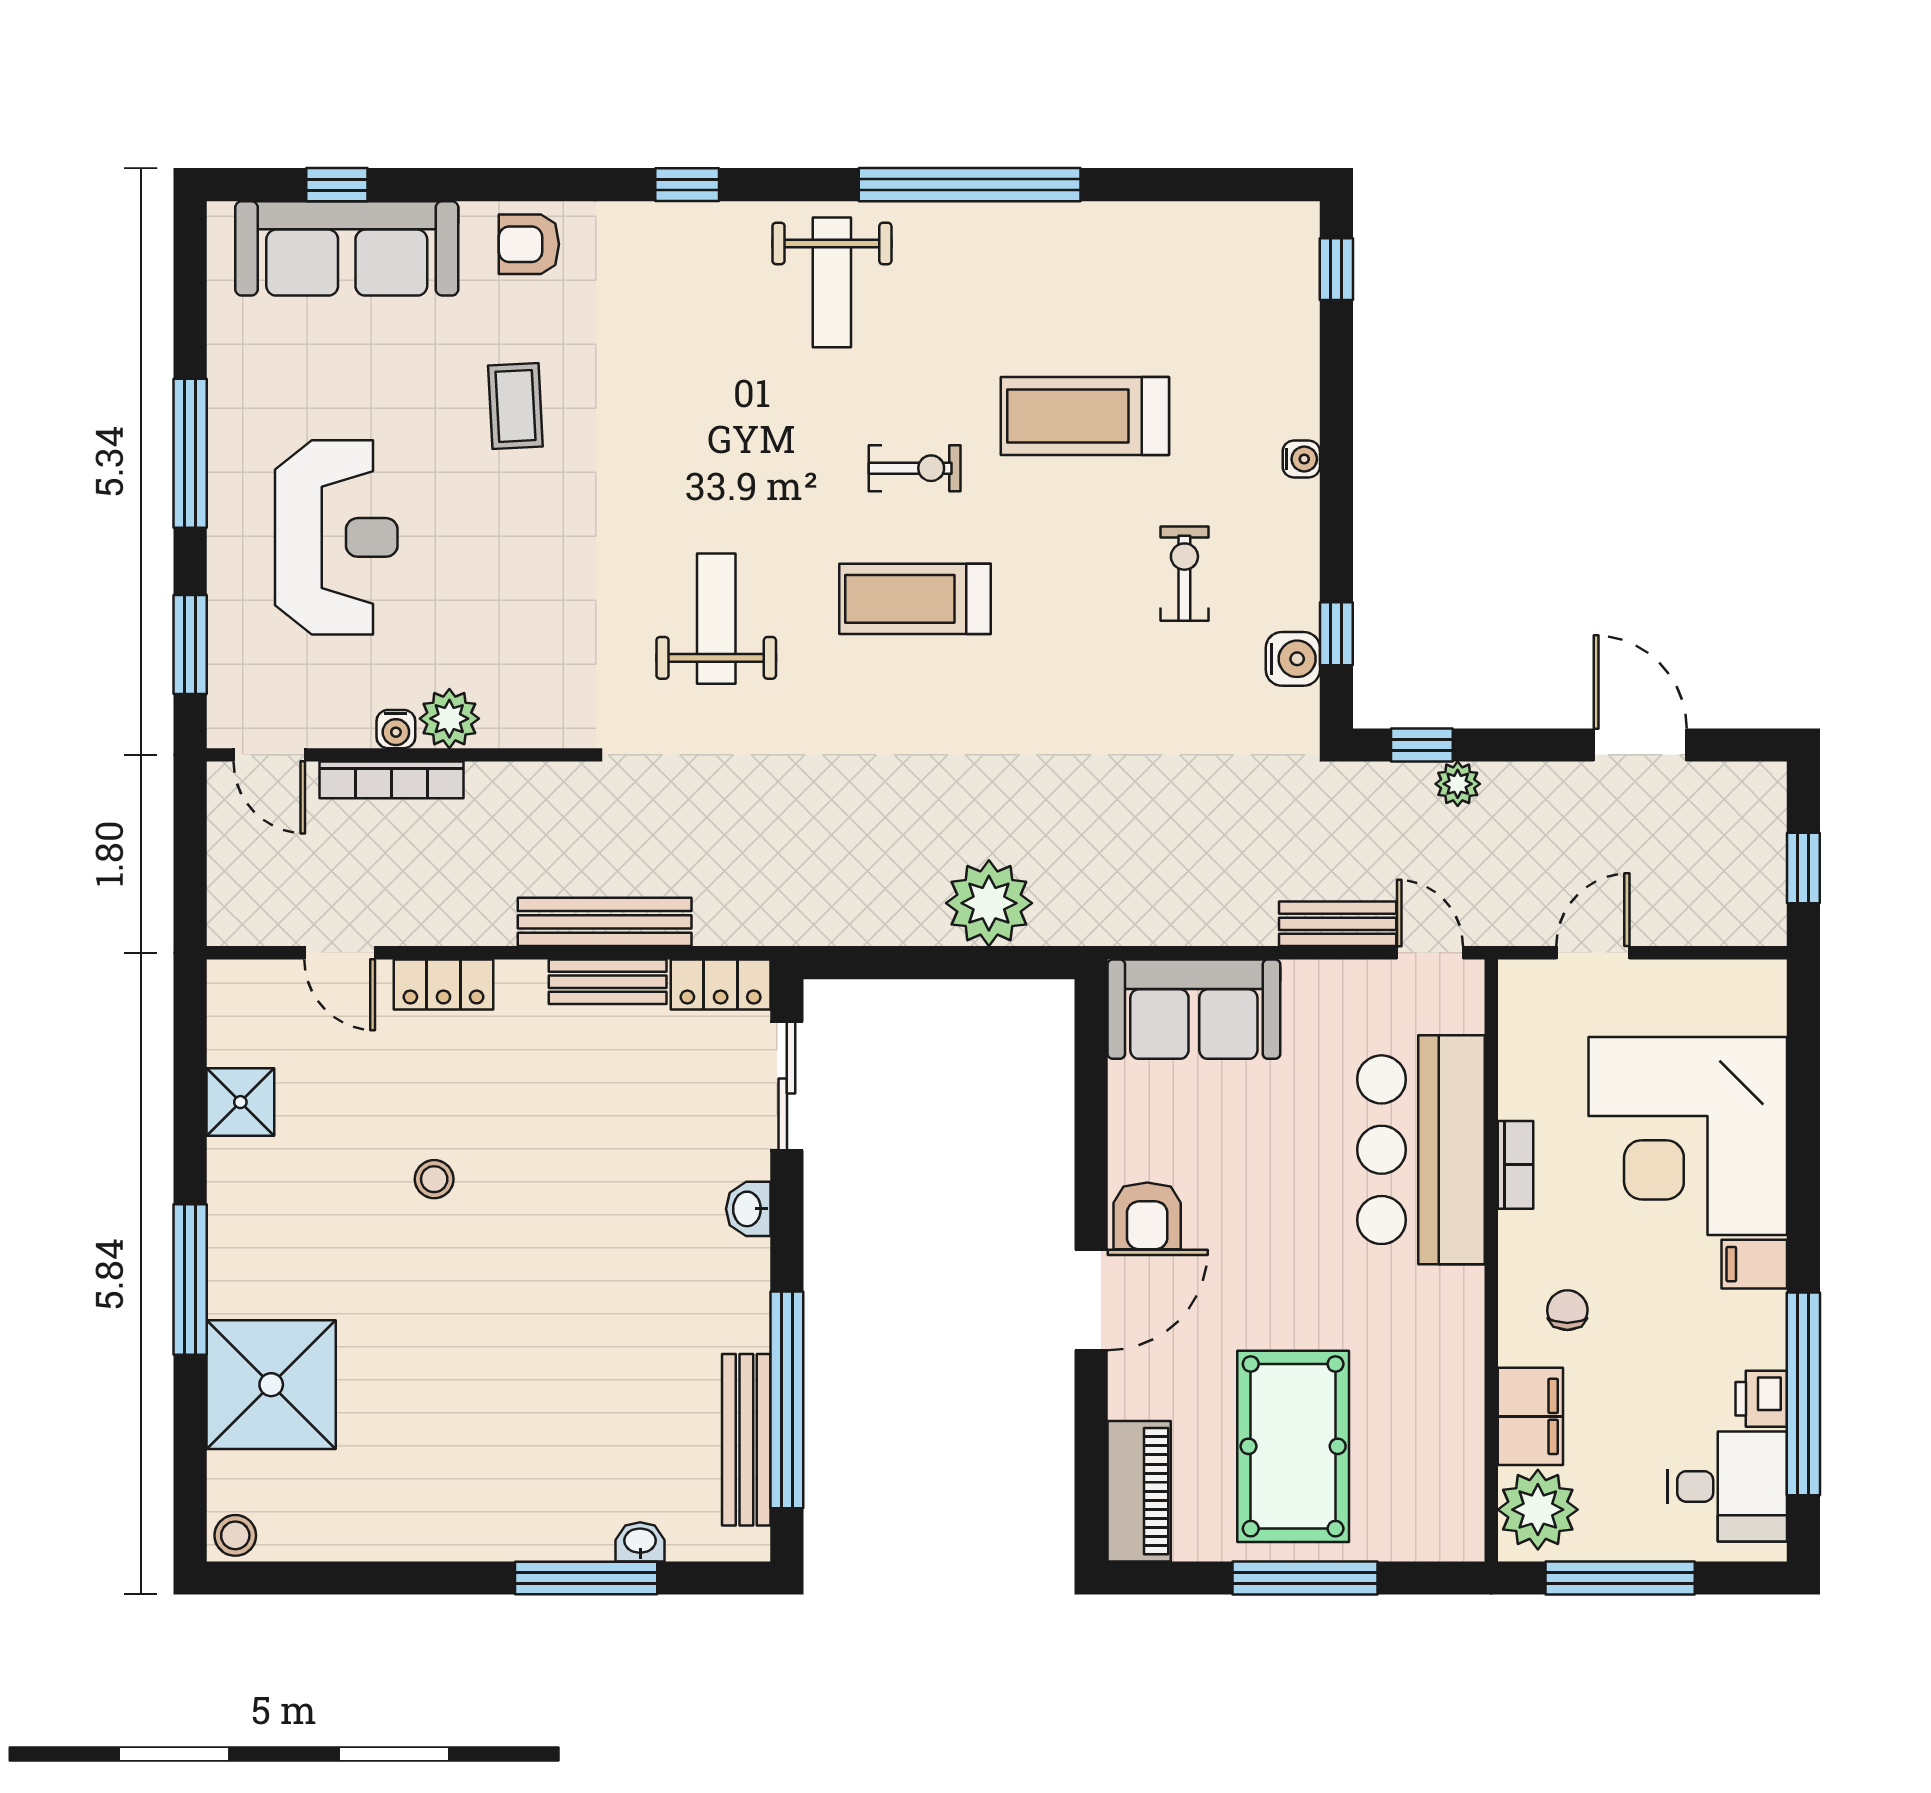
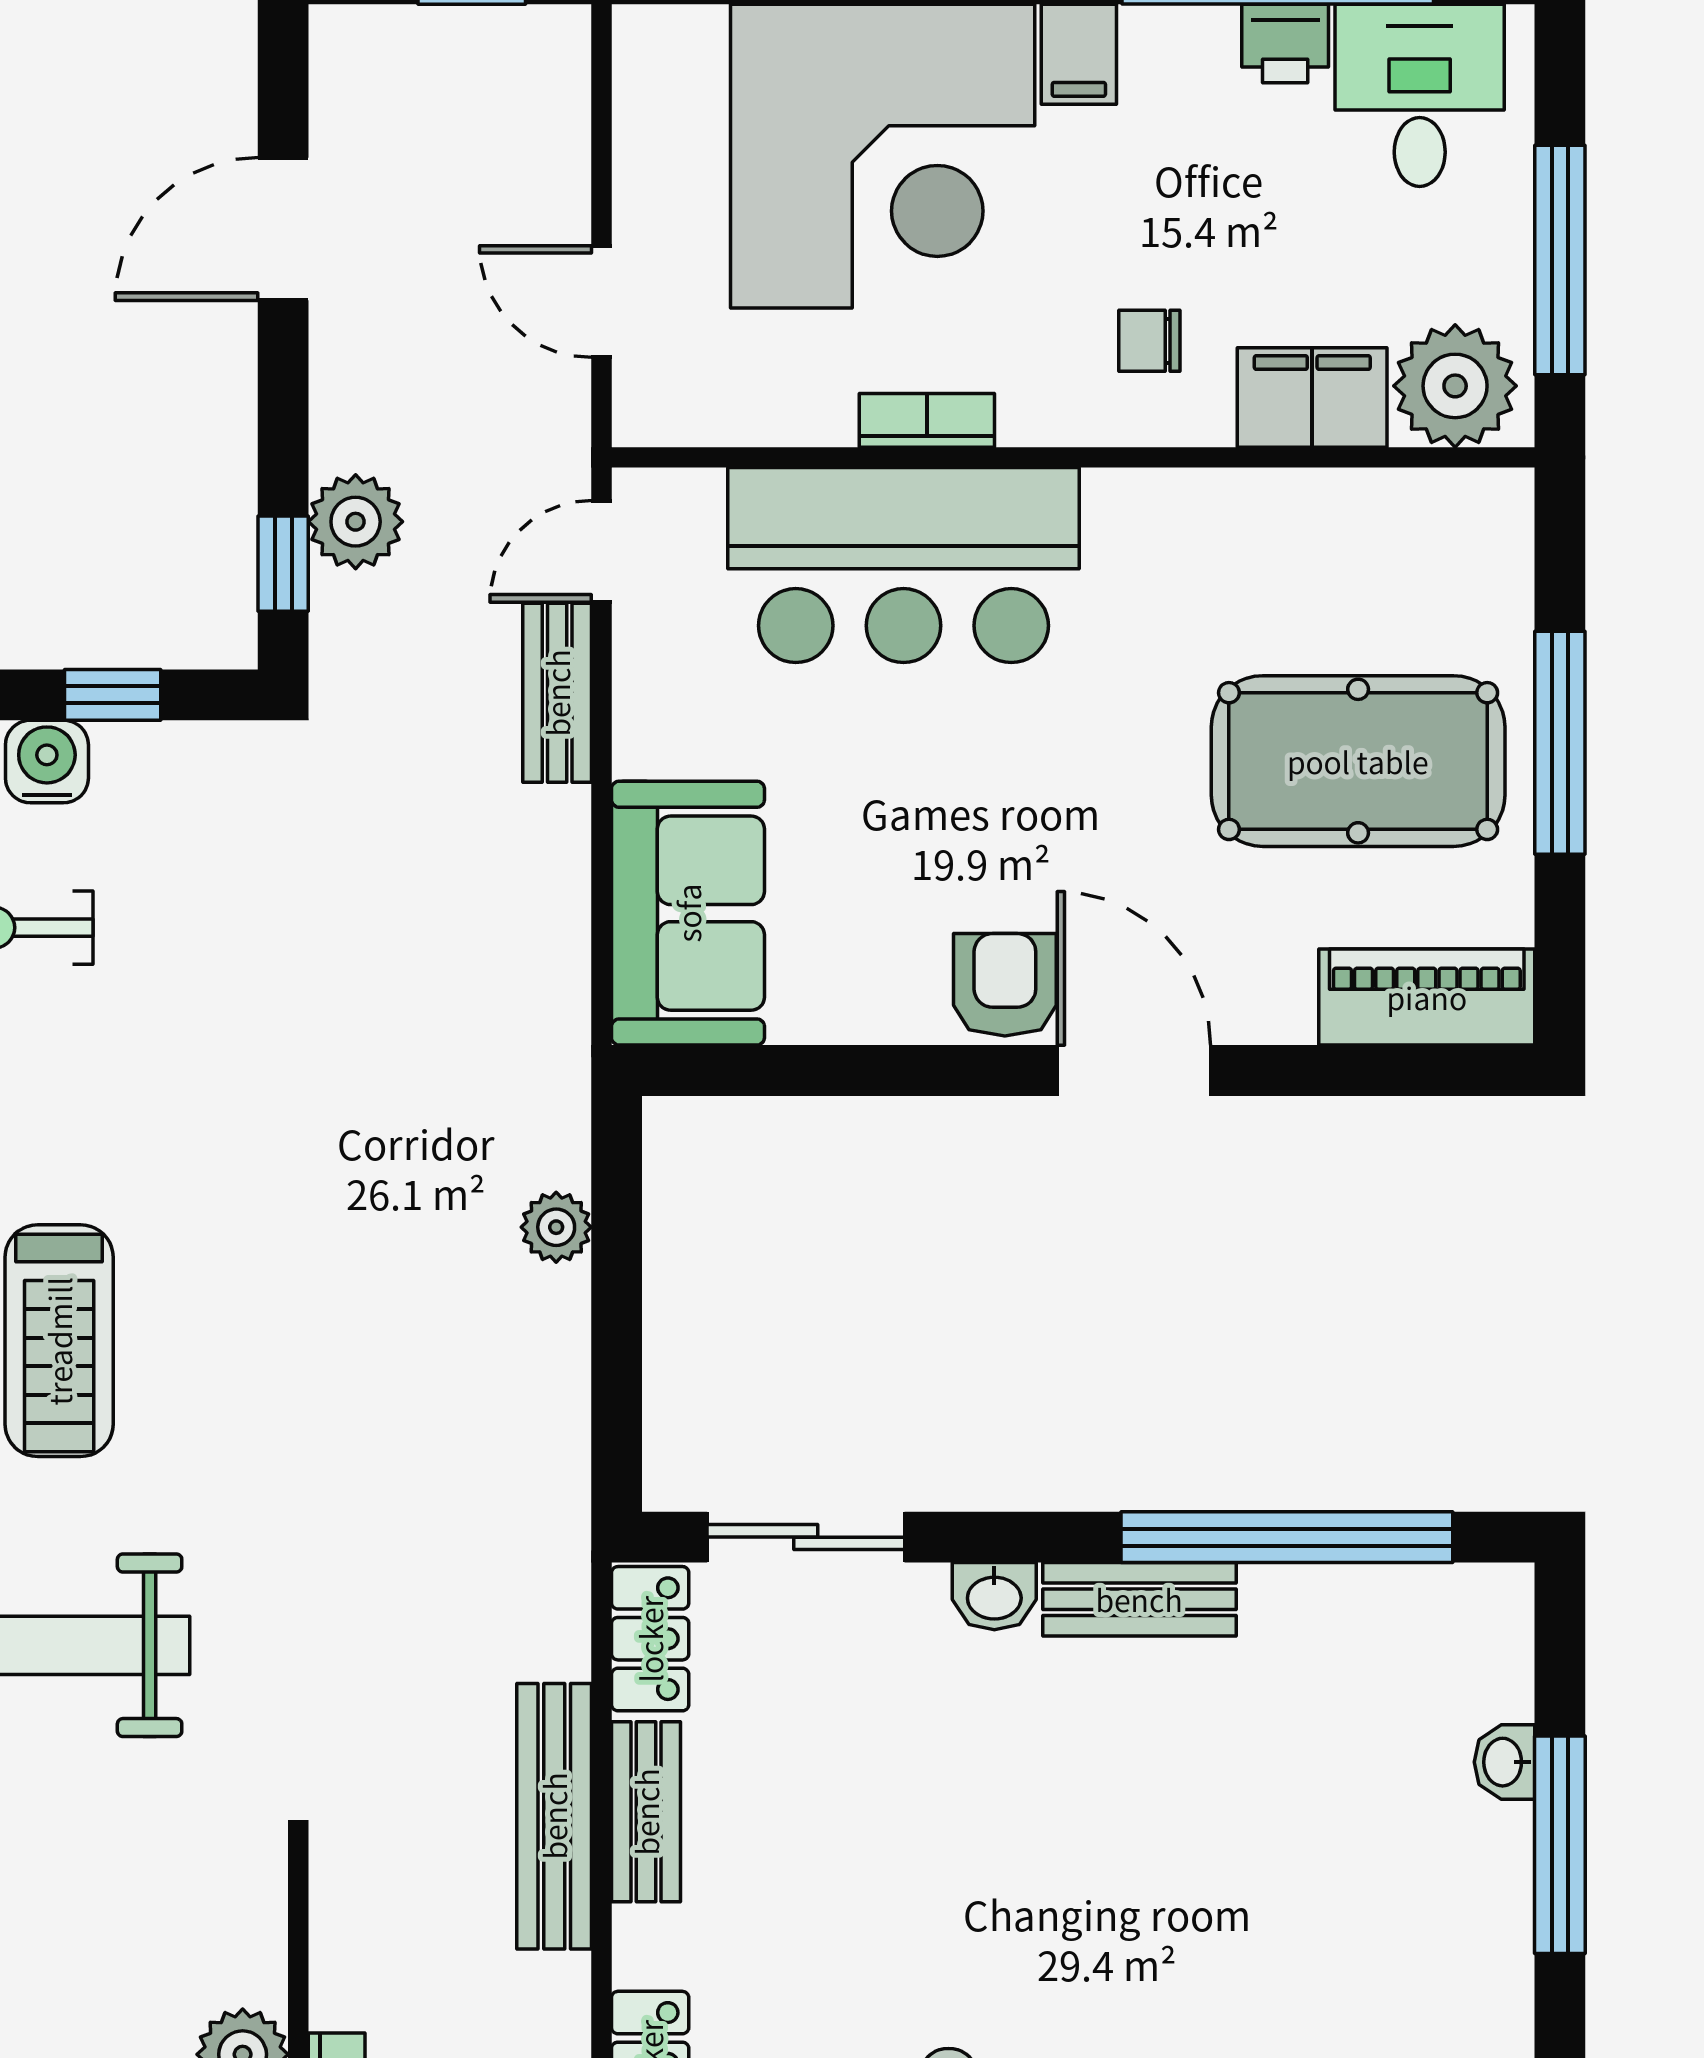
water cooler: (1293, 659) -> (47, 762), moved
plant: (1458, 784) -> (356, 522), width x1.38, depth x1.38
plant: (989, 903) -> (556, 1227), width x0.53, depth x0.53
armchair: (1147, 1216) -> (1005, 985), turned -90
bench: (746, 1440) -> (1139, 1599), moved, width x0.73

